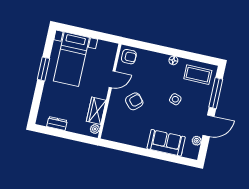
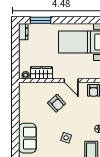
window: (43, 69) -> (40, 20), moved
dresser: (57, 123) -> (23, 32), moved

